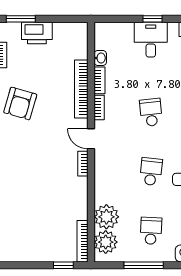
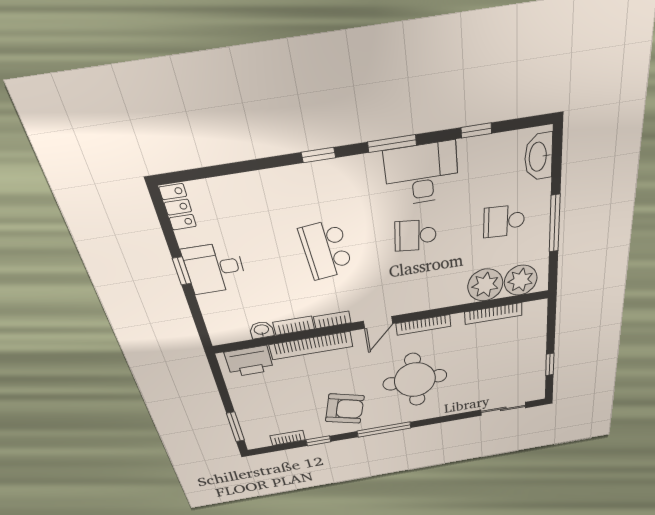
printer: (37, 33) -> (249, 361), moved, turned 90
school desk: (151, 112) -> (326, 250), width x1.85
round table: (36, 160) -> (415, 380), added
bookcase: (83, 164) -> (423, 325), width x1.56
bookcase: (82, 241) -> (493, 314), moved
window: (63, 265) -> (550, 364), moved

